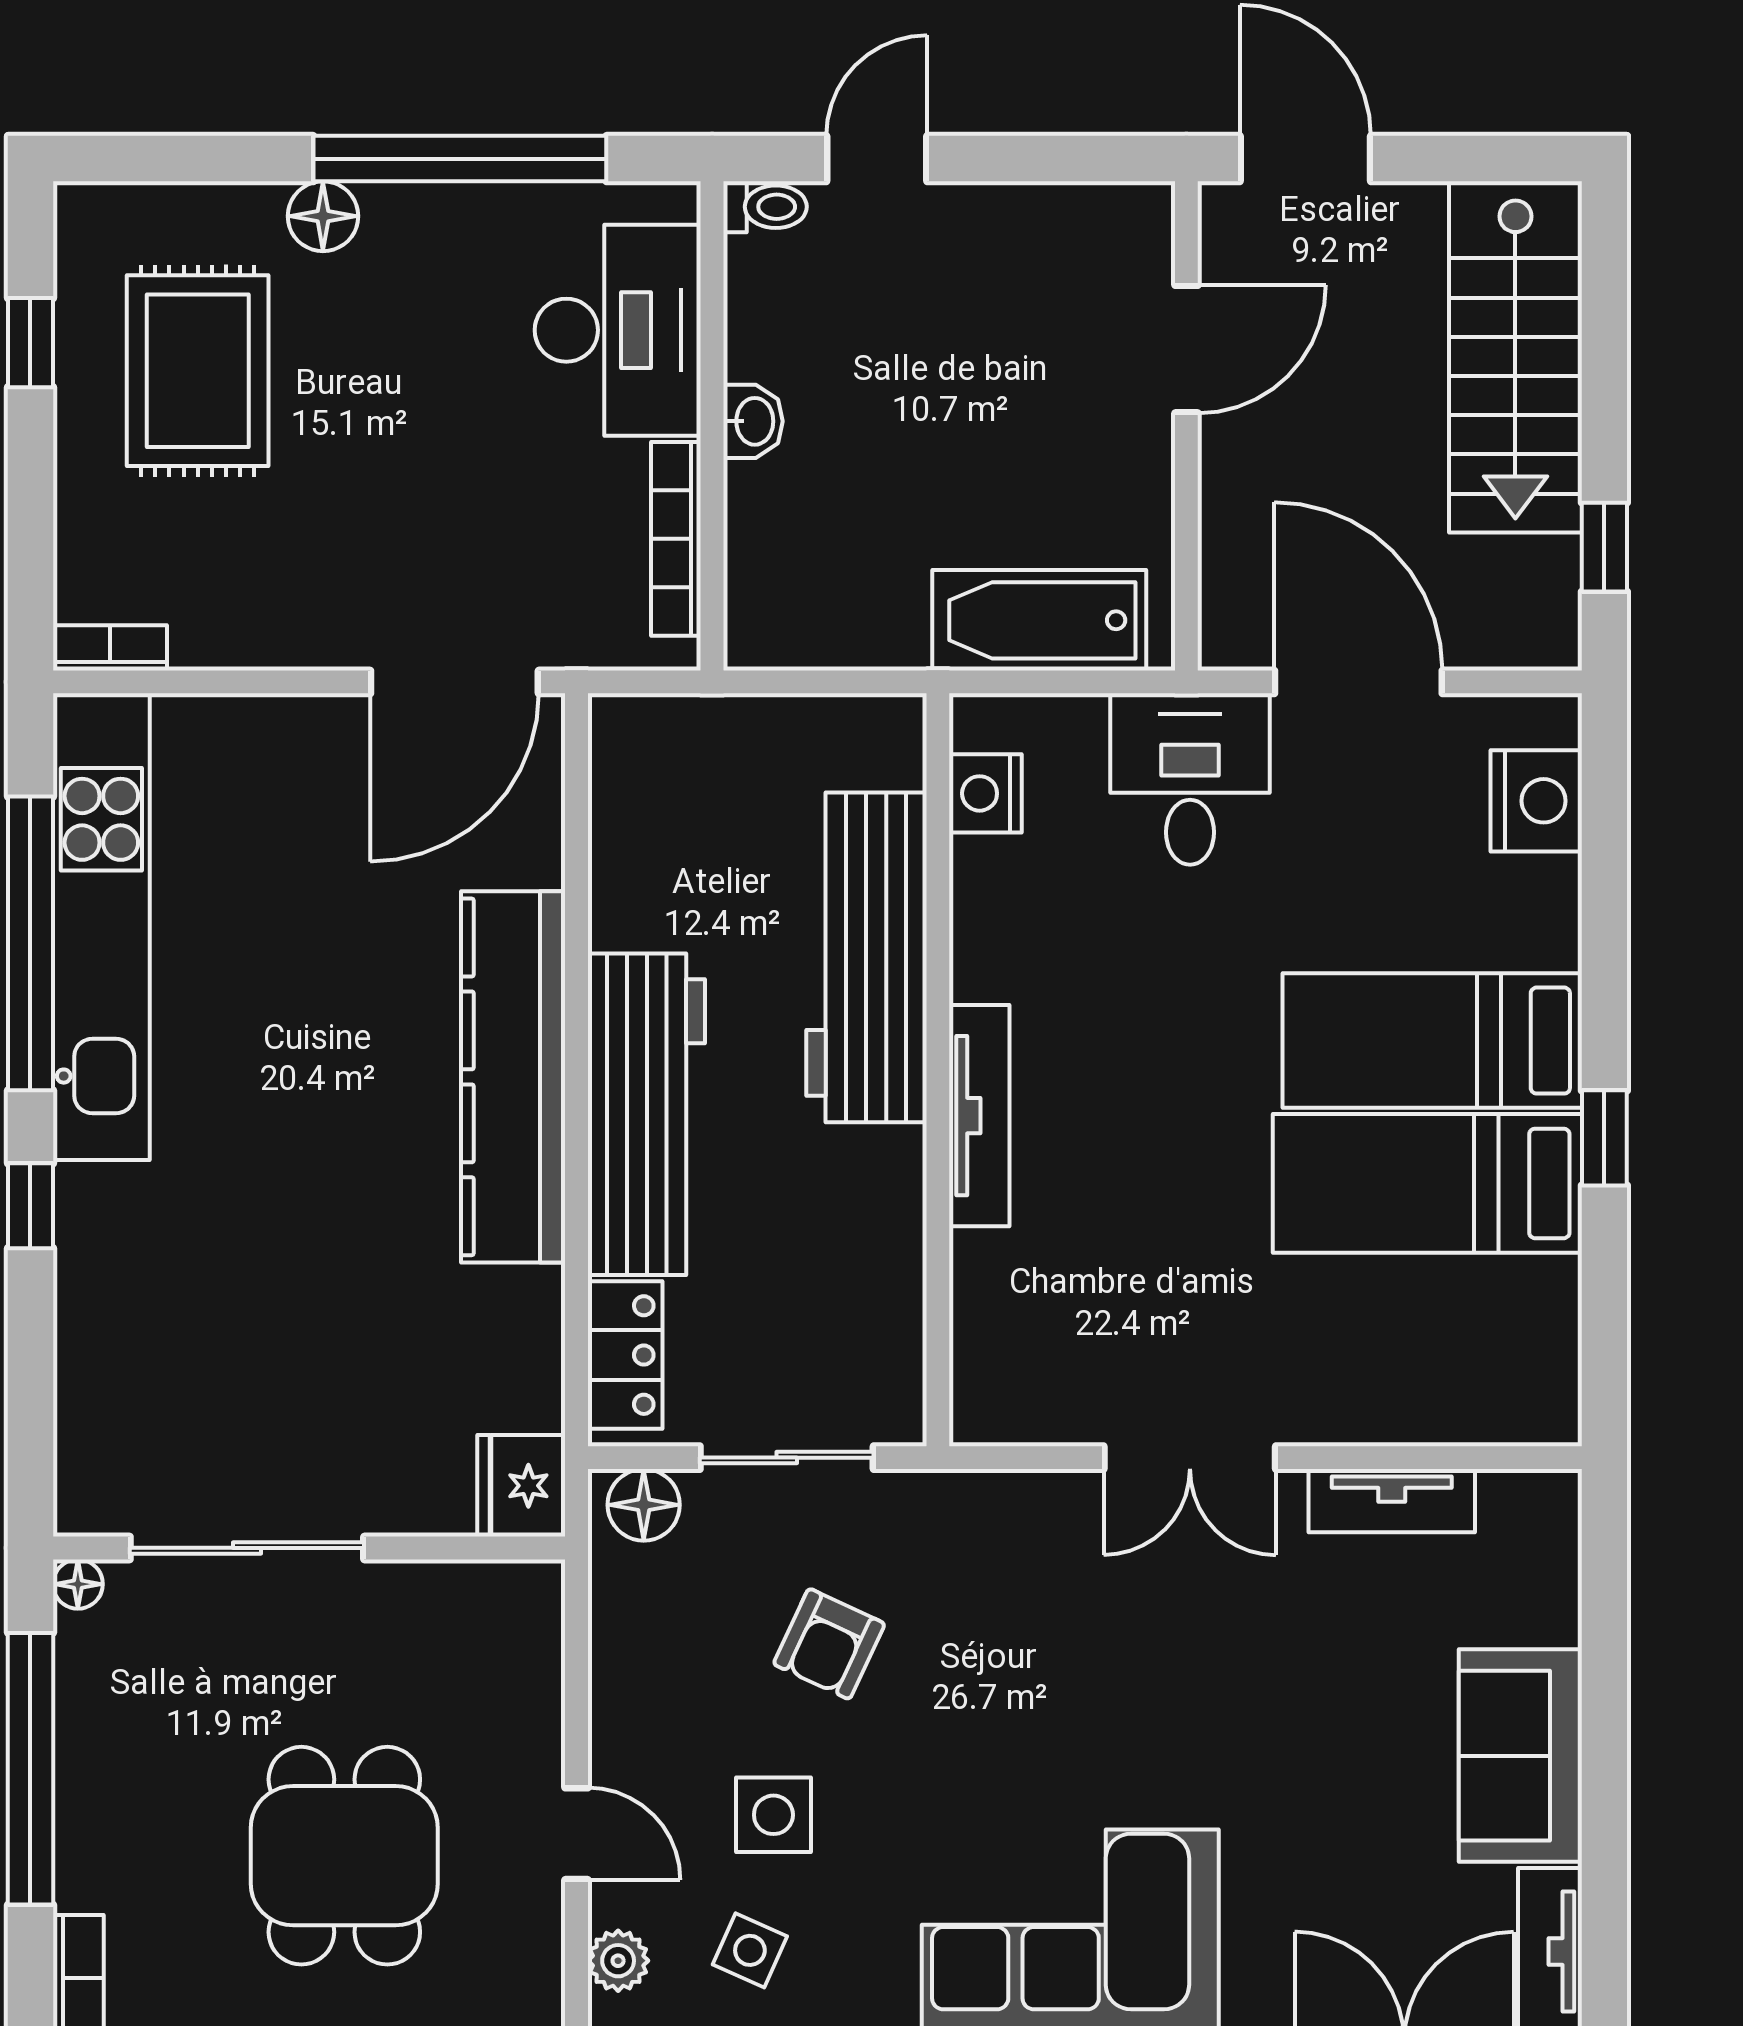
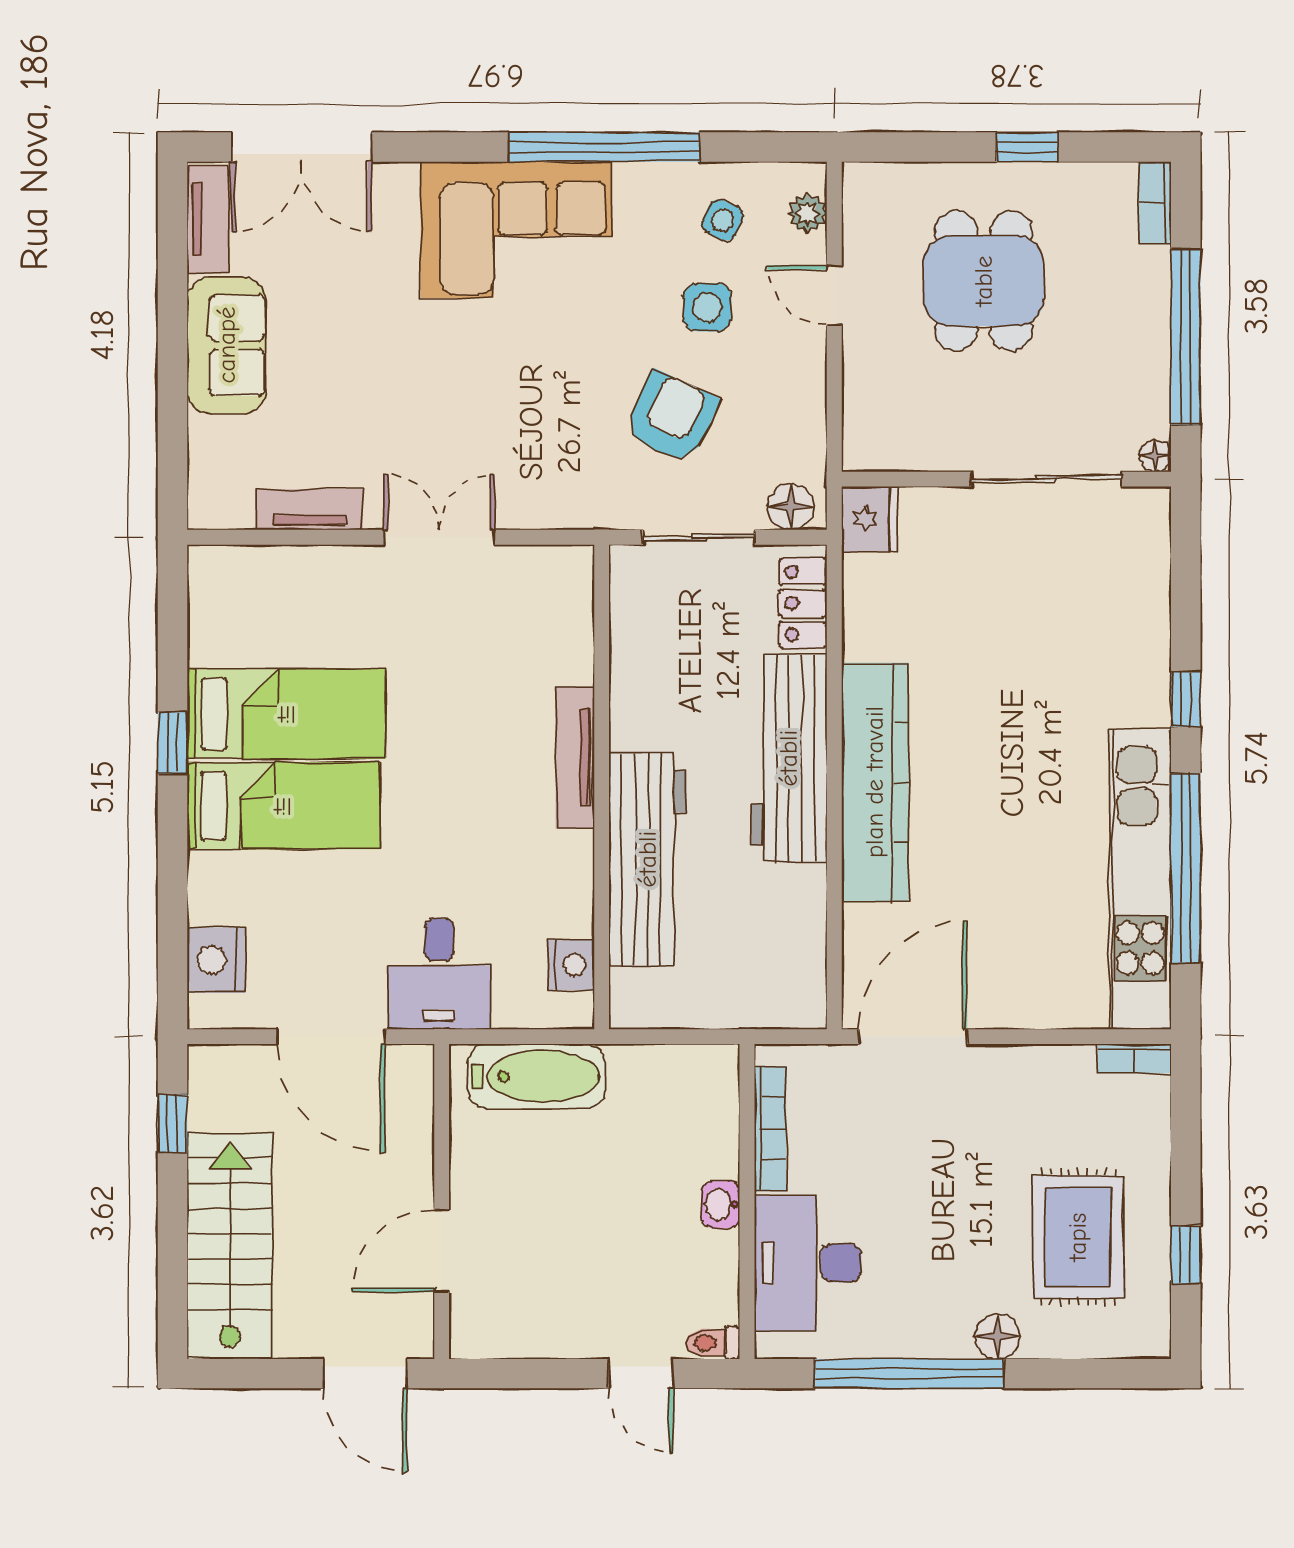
door: (877, 159) -> (641, 1374), hinge flipped
armchair: (829, 1644) -> (672, 417), width x1.38, depth x1.38

